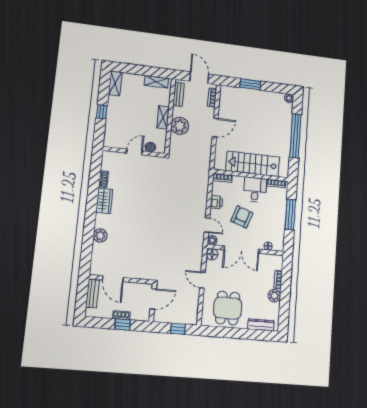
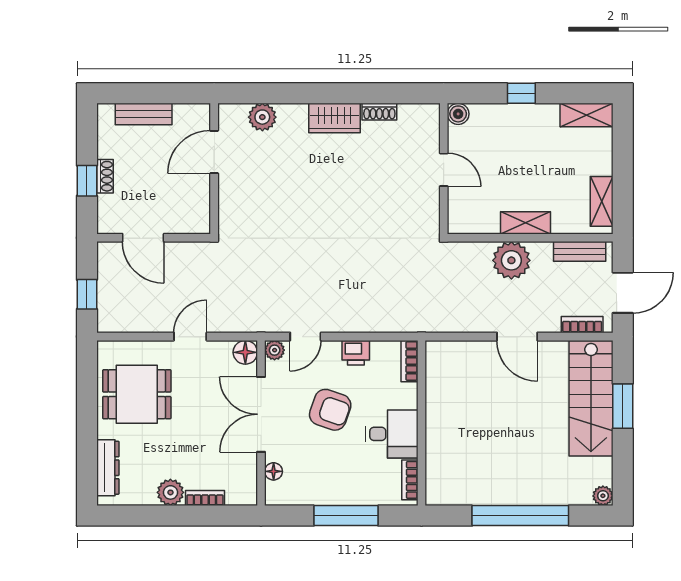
boiler: (150, 147) -> (458, 114), moved
stairs: (253, 164) -> (591, 398), moved, turned 180
door: (113, 279) -> (214, 152), moved
wall: (121, 279) -> (214, 169), moved

